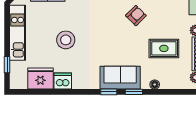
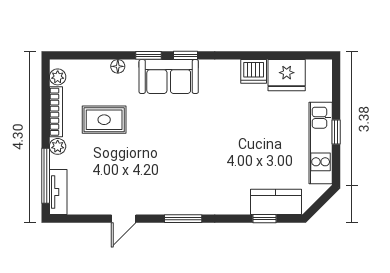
armchair: (136, 16) -> (145, 168), removed
stool: (66, 40) -> (249, 132), removed
window: (7, 65) -> (336, 132), moved

